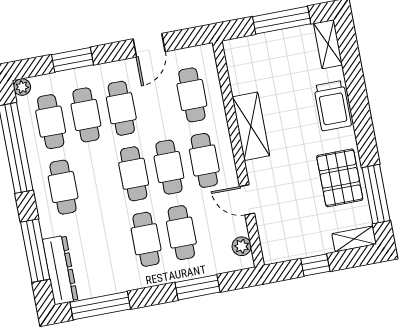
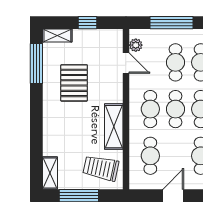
trolley: (333, 106) -> (101, 168), moved, turned -78
pallet: (340, 178) -> (74, 83), moved
door: (247, 200) -> (126, 63), moved
window: (197, 287) -> (171, 23), width x1.44

